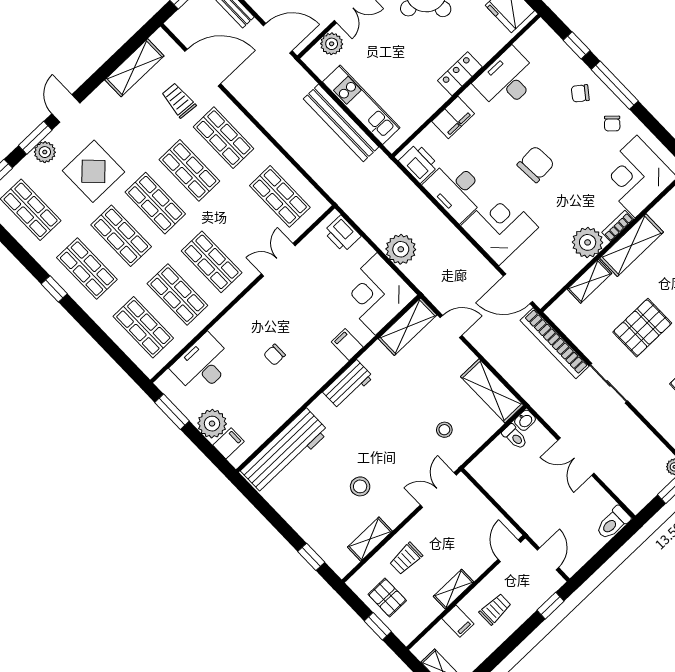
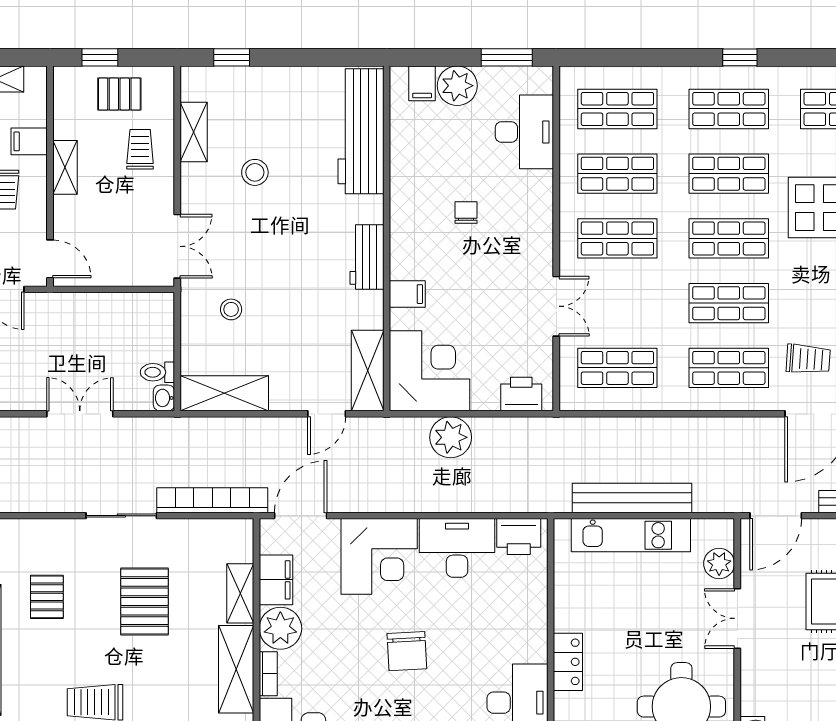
filing cabinet: (453, 118) -> (276, 580), moved, turned 180

